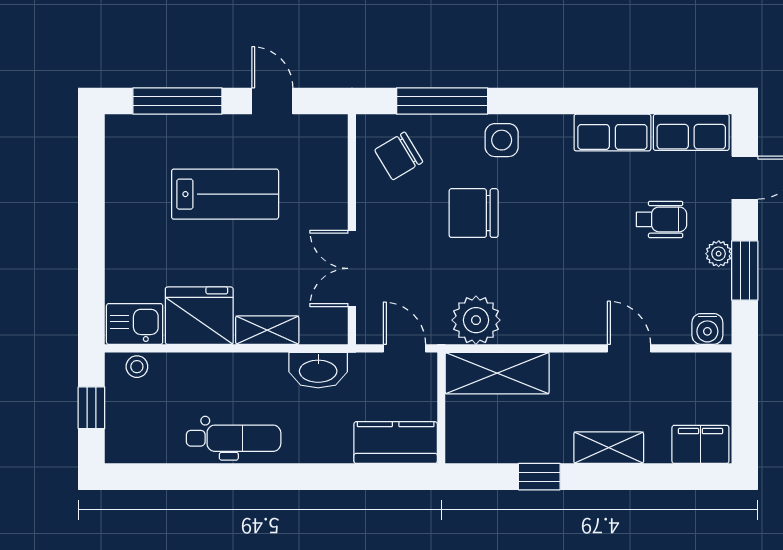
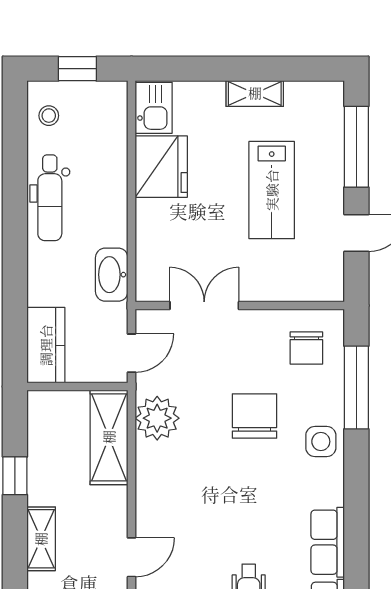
chair: (399, 156) -> (306, 348), turned -149
shelving: (267, 330) -> (255, 93), moved, turned 90
stool: (137, 367) -> (49, 116), moved

